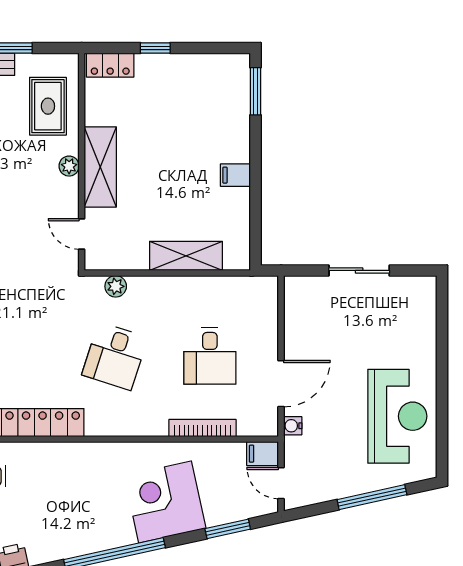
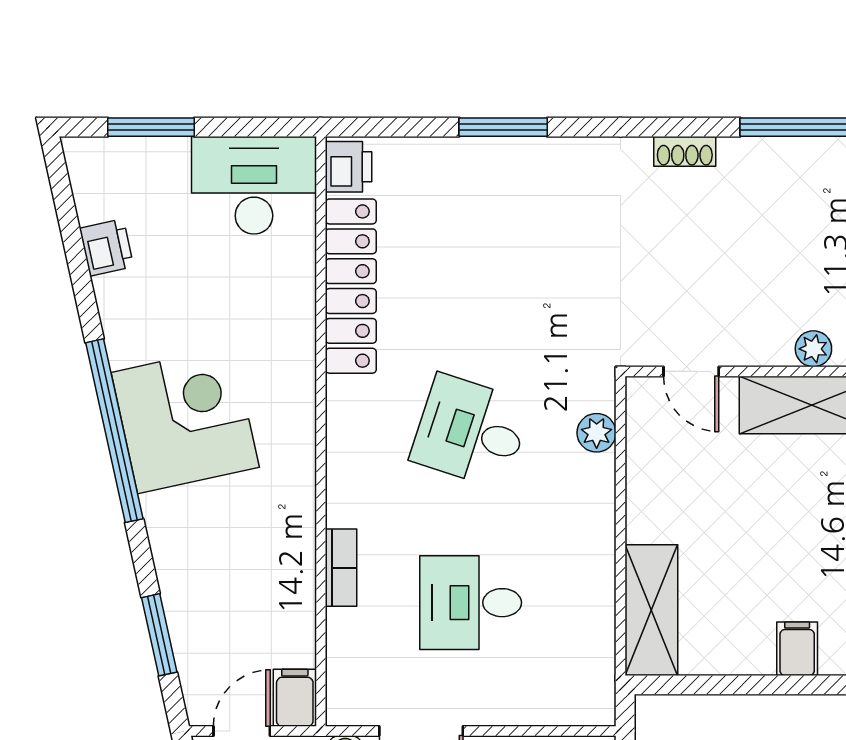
door: (82, 234) -> (691, 371), swing flipped
shelving: (186, 256) -> (651, 610), moved
bookcase: (203, 428) -> (341, 568), width x0.64
corner desk: (165, 502) -> (185, 420), moved

